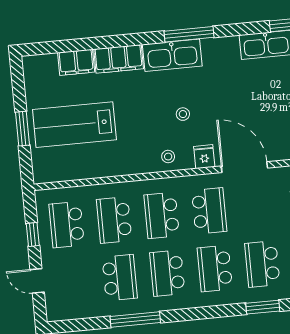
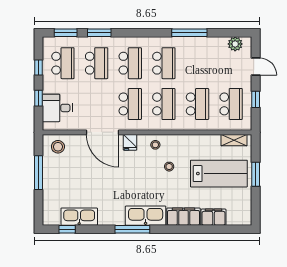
stool: (183, 114) -> (169, 167), moved
shelving: (58, 174) -> (234, 140), added
school desk: (209, 211) -> (130, 104), turned 180
school desk: (120, 278) -> (197, 63), removed
plant: (69, 310) -> (235, 44), added

